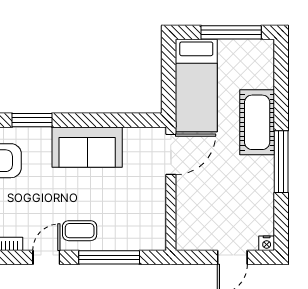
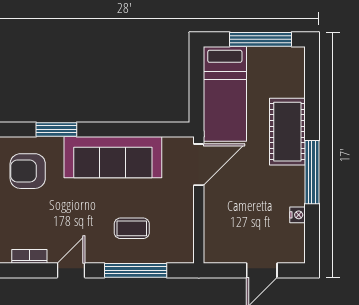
sofa: (87, 147) -> (113, 157), width x1.36
coffee table: (80, 231) -> (132, 228), moved
nightstand: (267, 243) -> (297, 215), moved, turned -90

